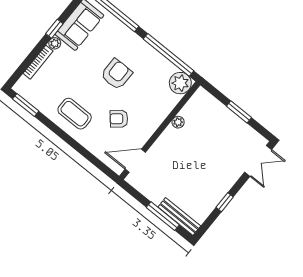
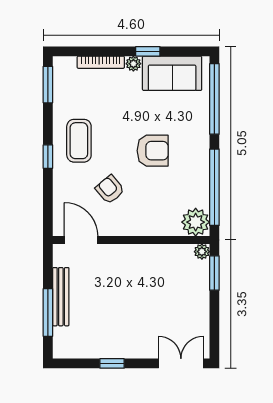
window: (239, 112) -> (214, 273), moved
plant: (178, 122) -> (202, 252), moved
window: (69, 140) -> (48, 157), added
double door: (258, 161) -> (181, 363), swing flipped
bench: (179, 217) -> (61, 297), moved

